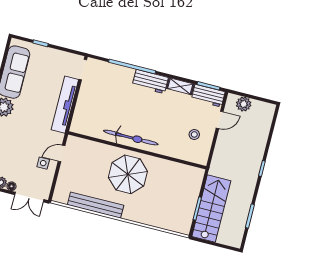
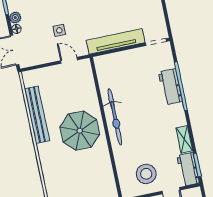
workbench: (150, 82) -> (170, 87), moved
stool: (194, 134) -> (146, 174), width x1.89, depth x1.89
side table: (43, 163) -> (59, 30), moved

